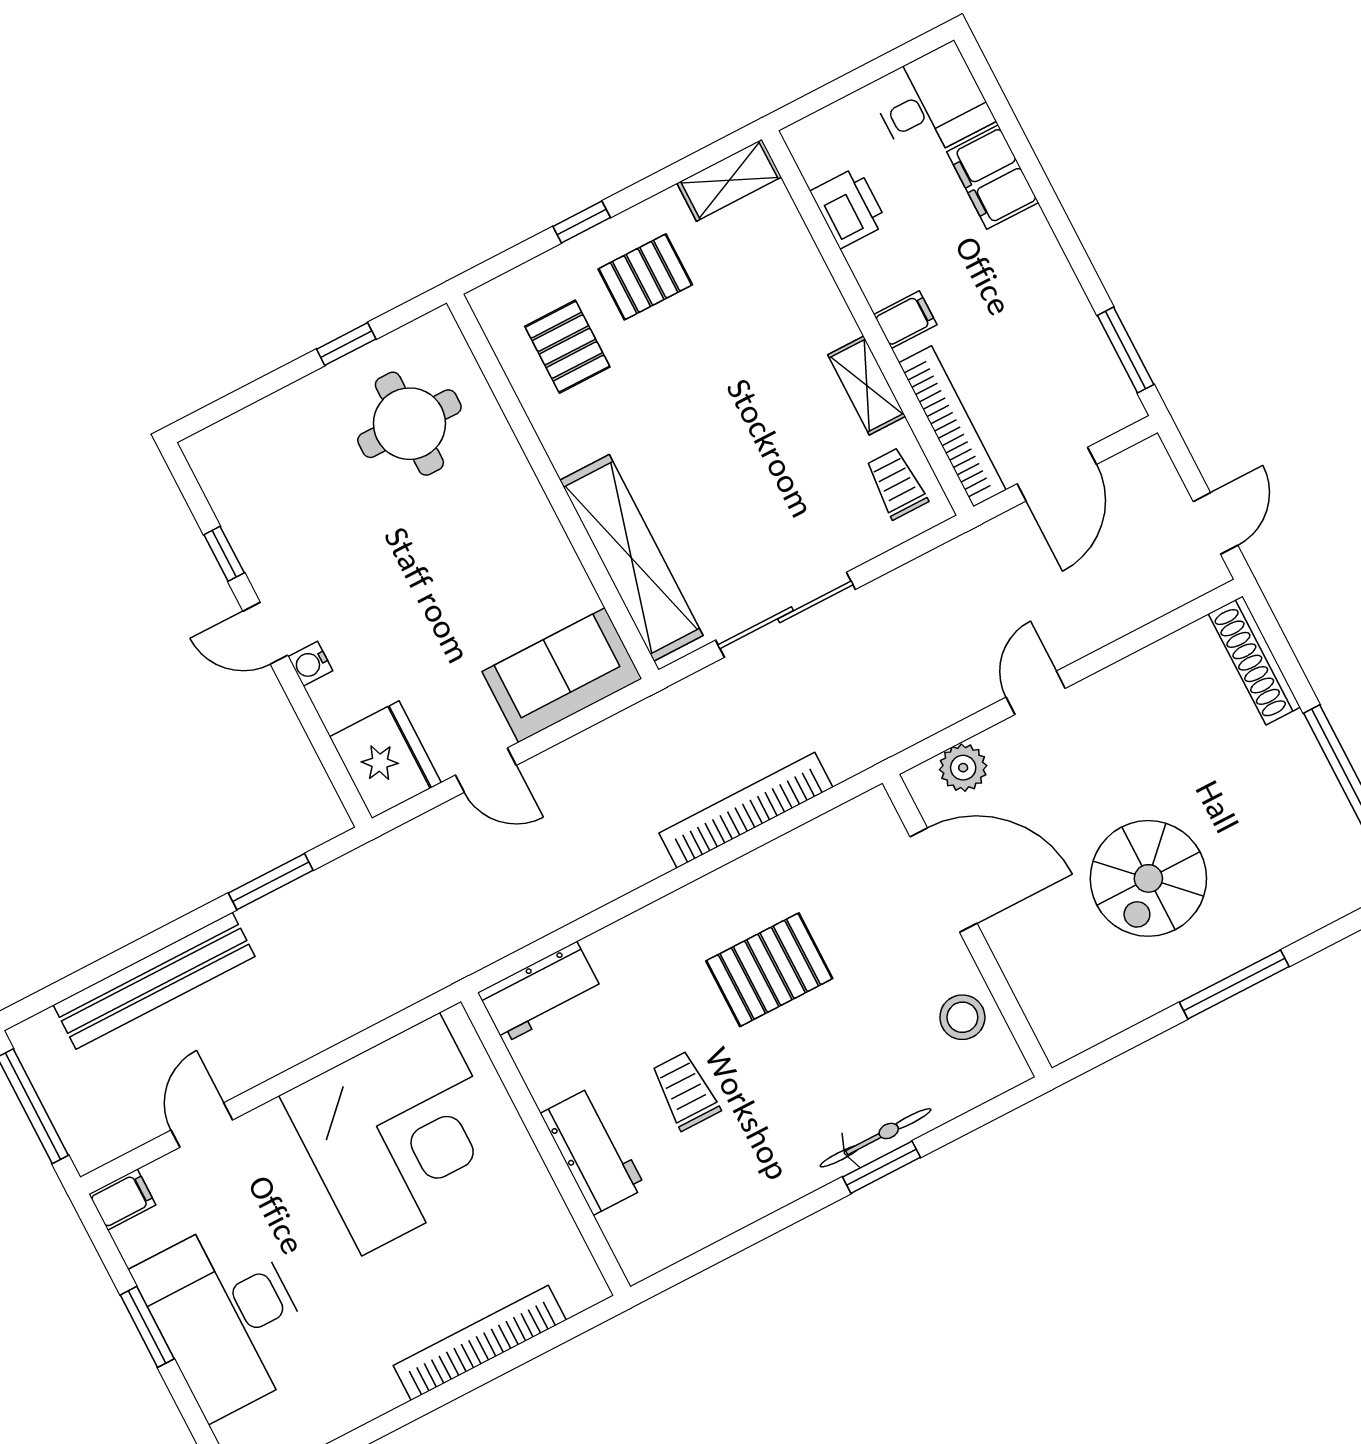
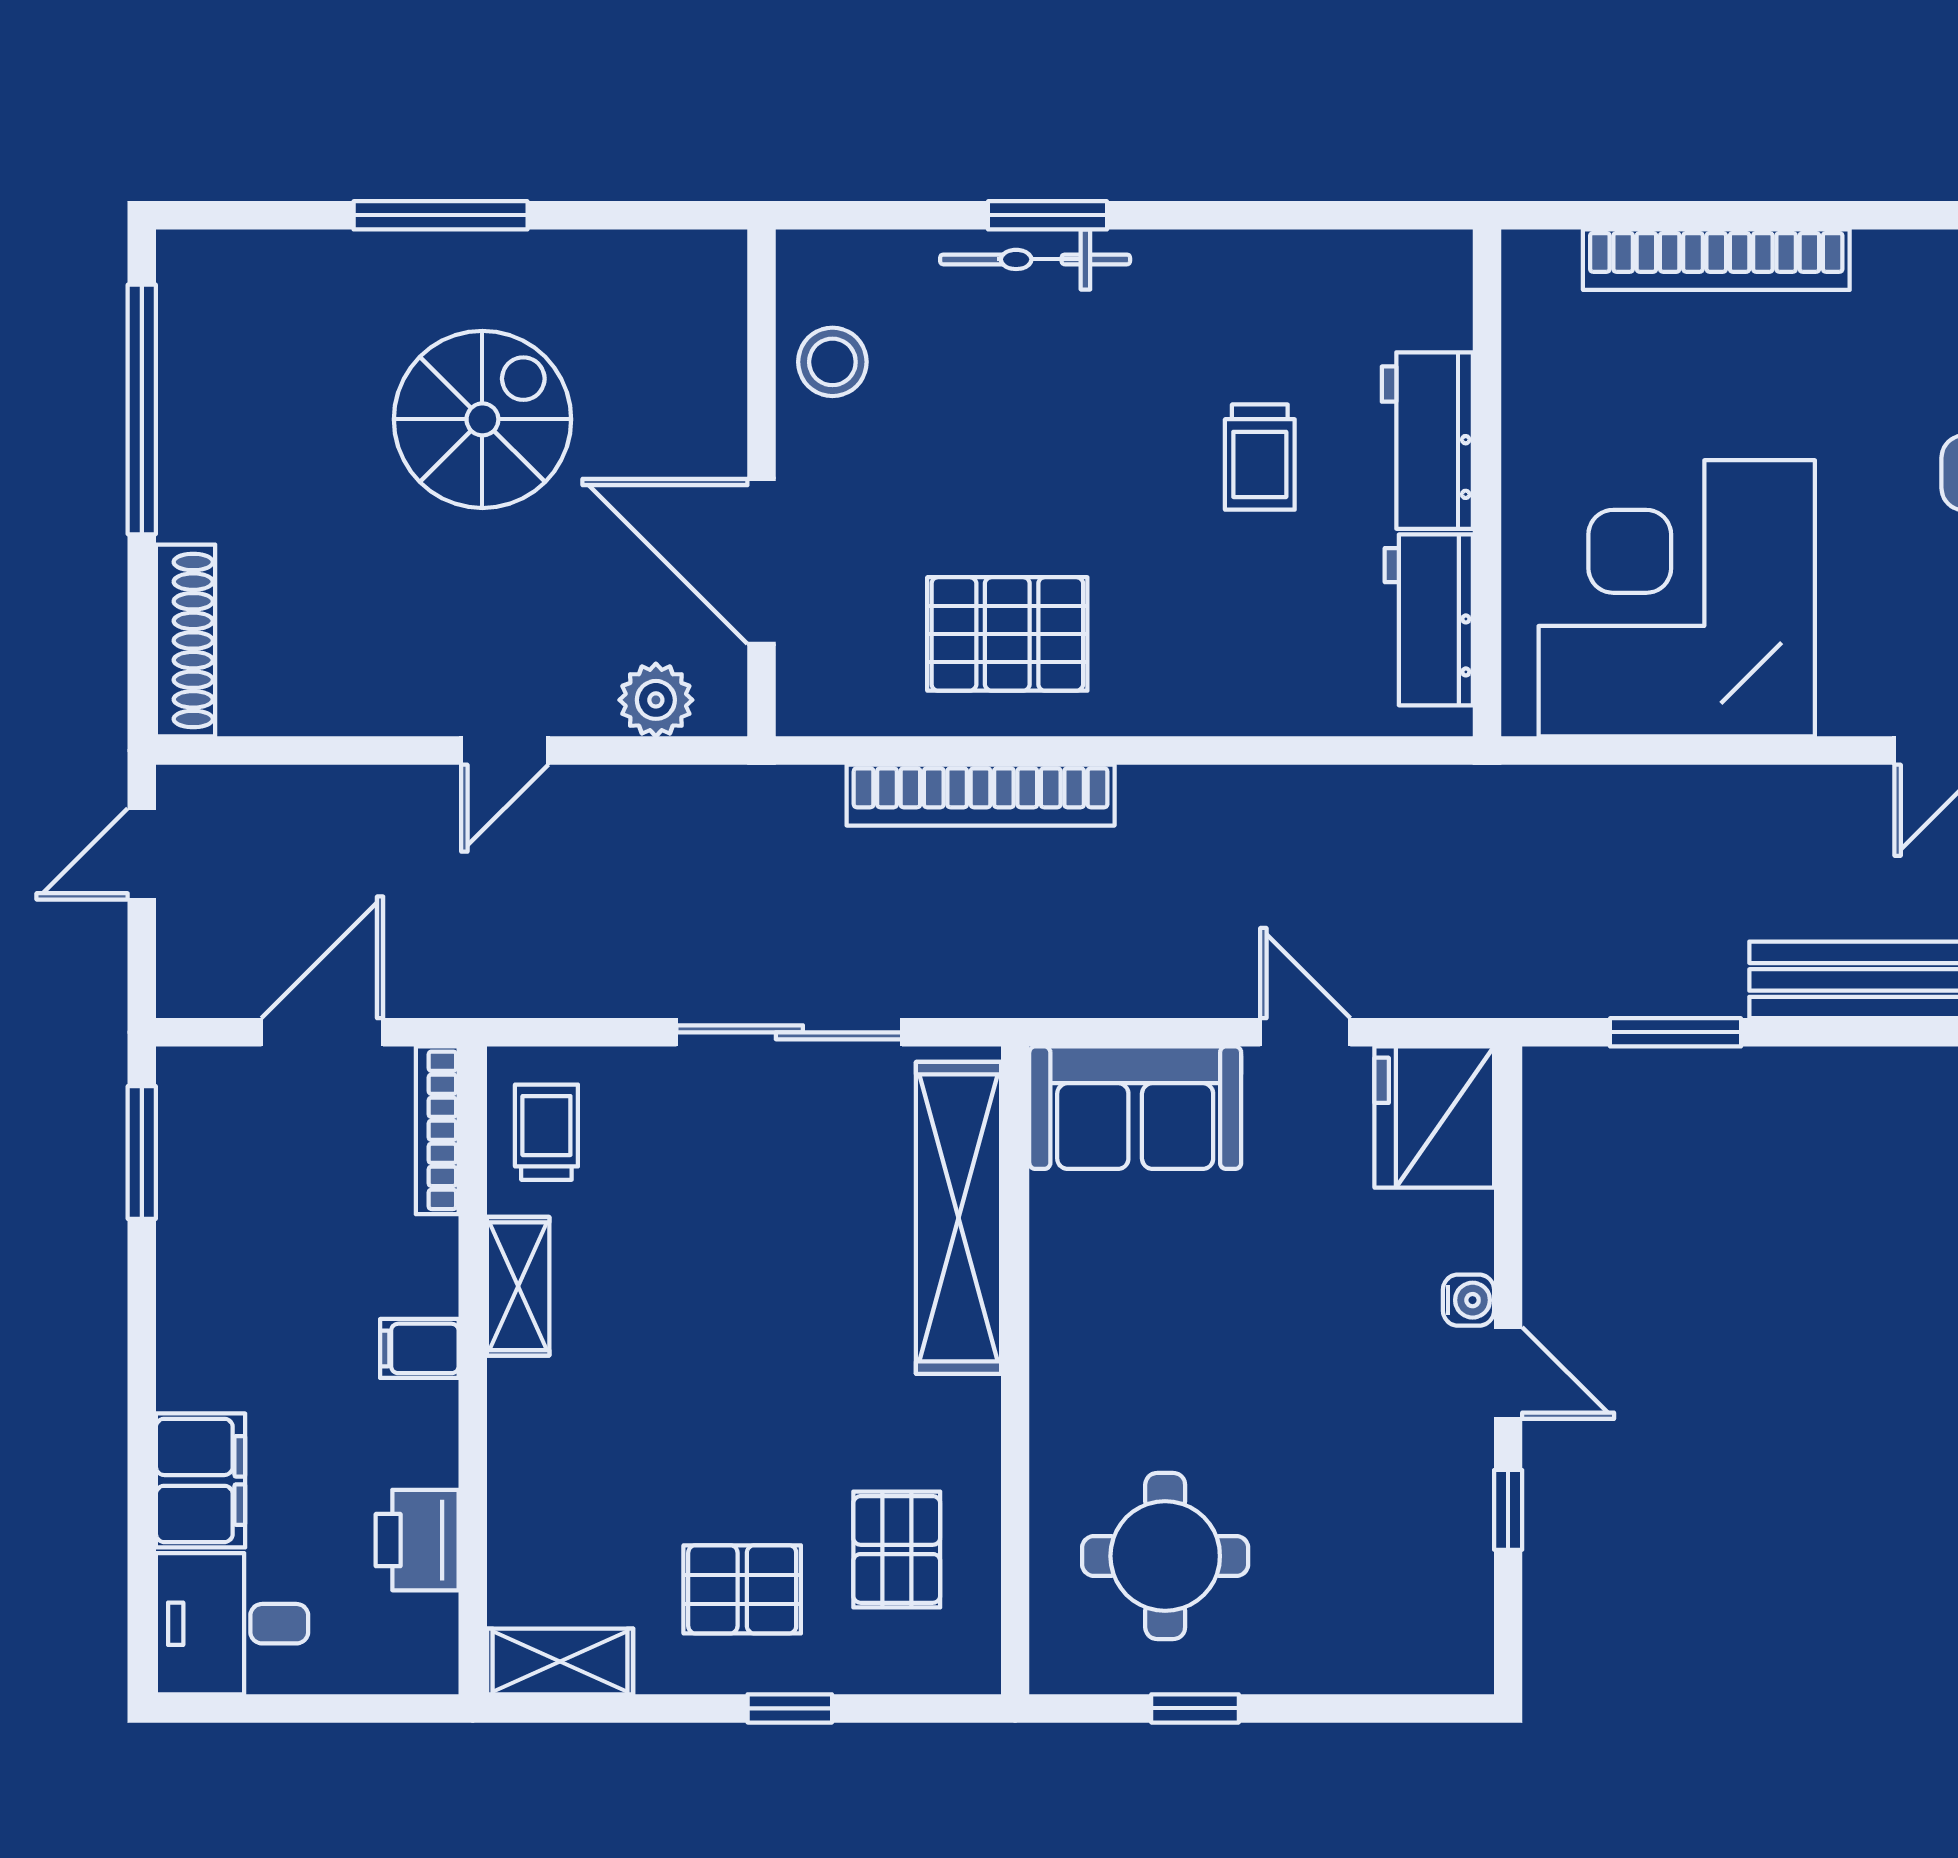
bookcase: (952, 426) -> (437, 1130), width x0.68, depth x0.76
trolley: (897, 484) -> (546, 1132), turned 180
pallet: (769, 970) -> (1007, 634), moved
workbench: (540, 992) -> (1429, 620), moved, turned -90

